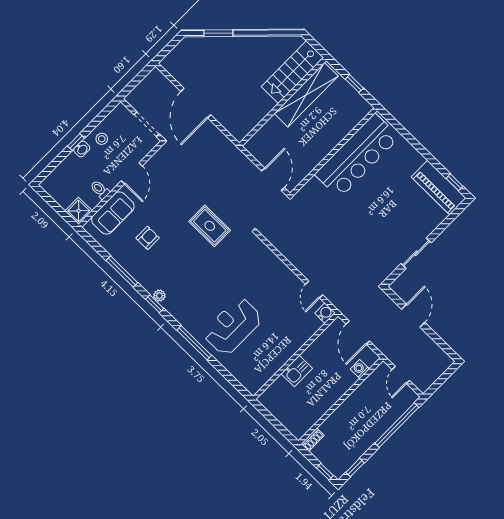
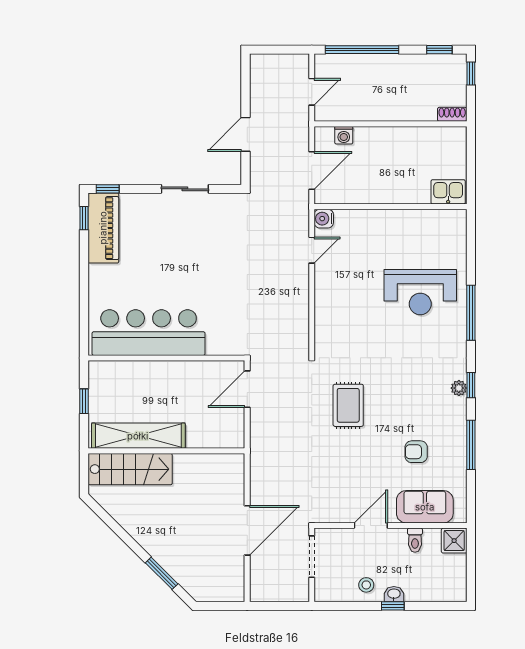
window: (458, 211) -> (108, 189), added
kitchen sink: (297, 371) -> (448, 192), moved

